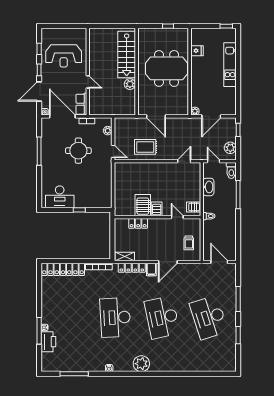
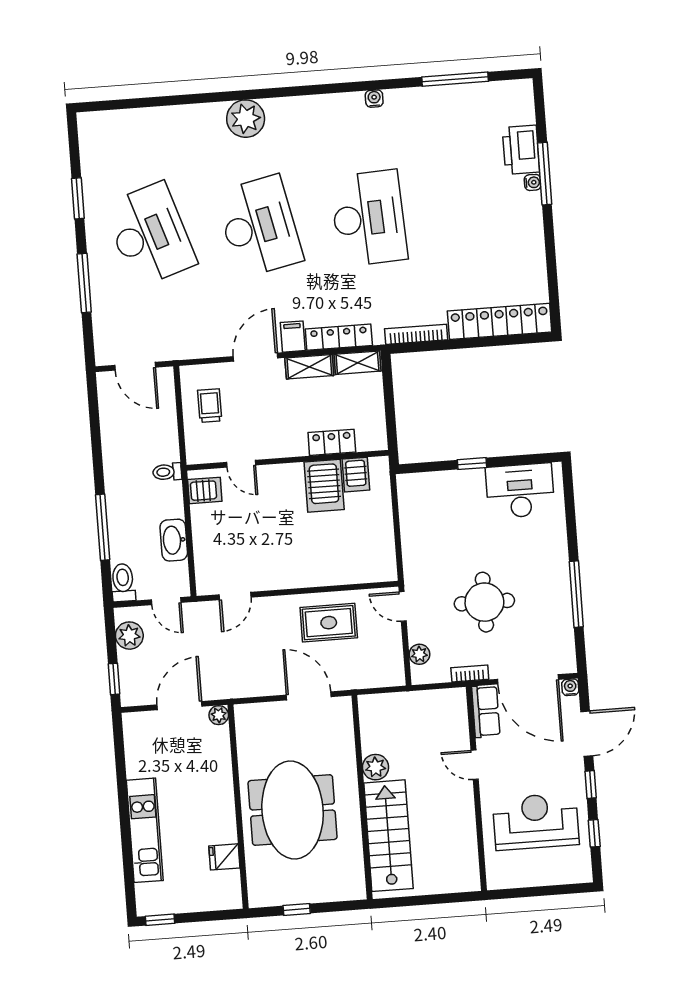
meeting table: (167, 68) -> (293, 810), turned 90
server rack: (157, 209) -> (356, 475), moved
shelving: (145, 256) -> (309, 367), added
plant: (141, 364) -> (246, 119), moved

